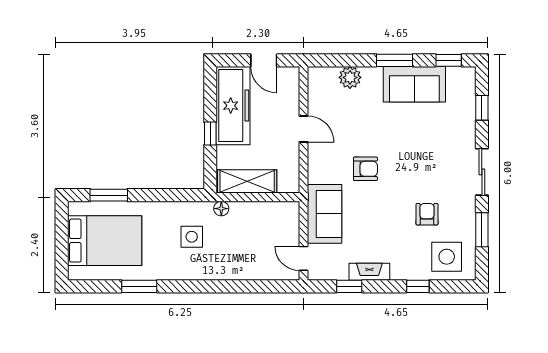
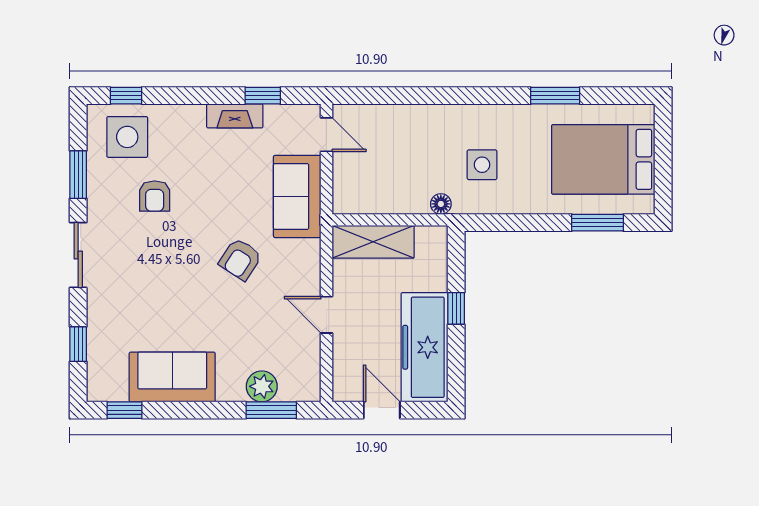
window: (395, 60) -> (271, 410), moved
armchair: (365, 169) -> (240, 259), turned -57
shelving: (247, 181) -> (373, 242), moved
window: (418, 286) -> (126, 96), moved

